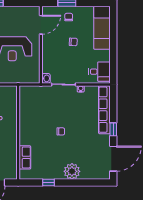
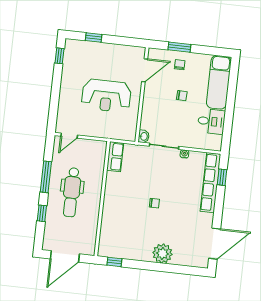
desk: (99, 72) -> (211, 121), moved
window: (113, 129) -> (222, 177), moved
row of seats: (25, 157) -> (115, 157), moved
window: (49, 183) -> (114, 262), moved

